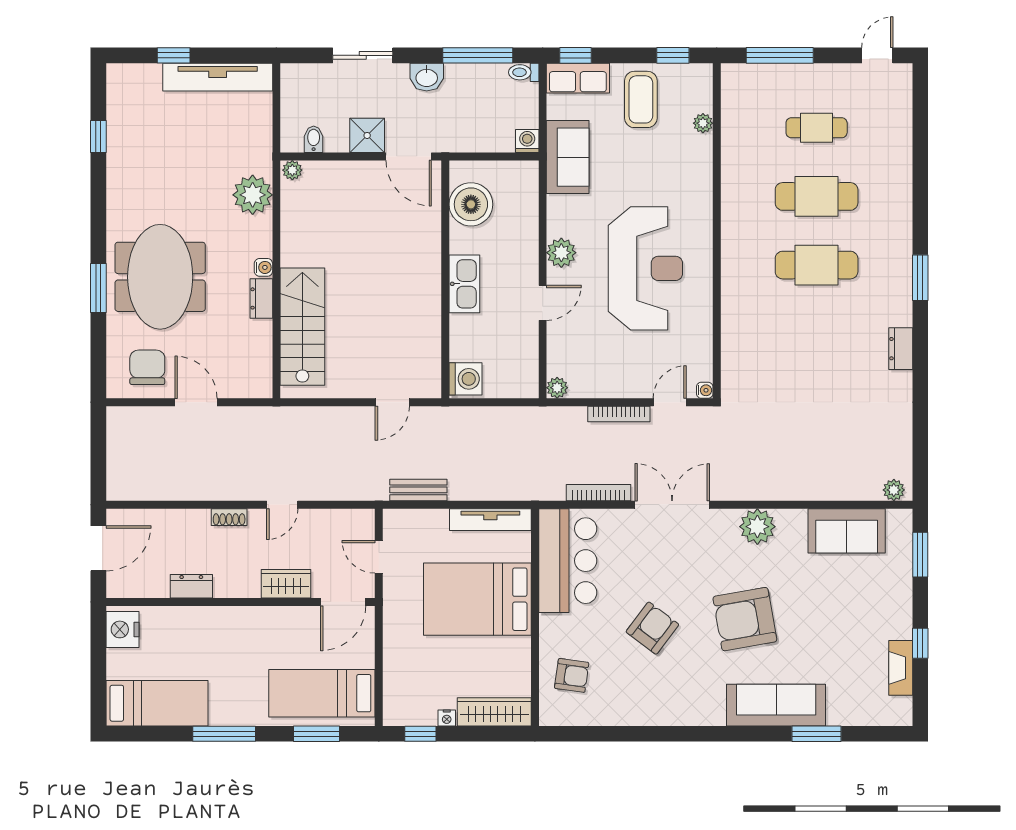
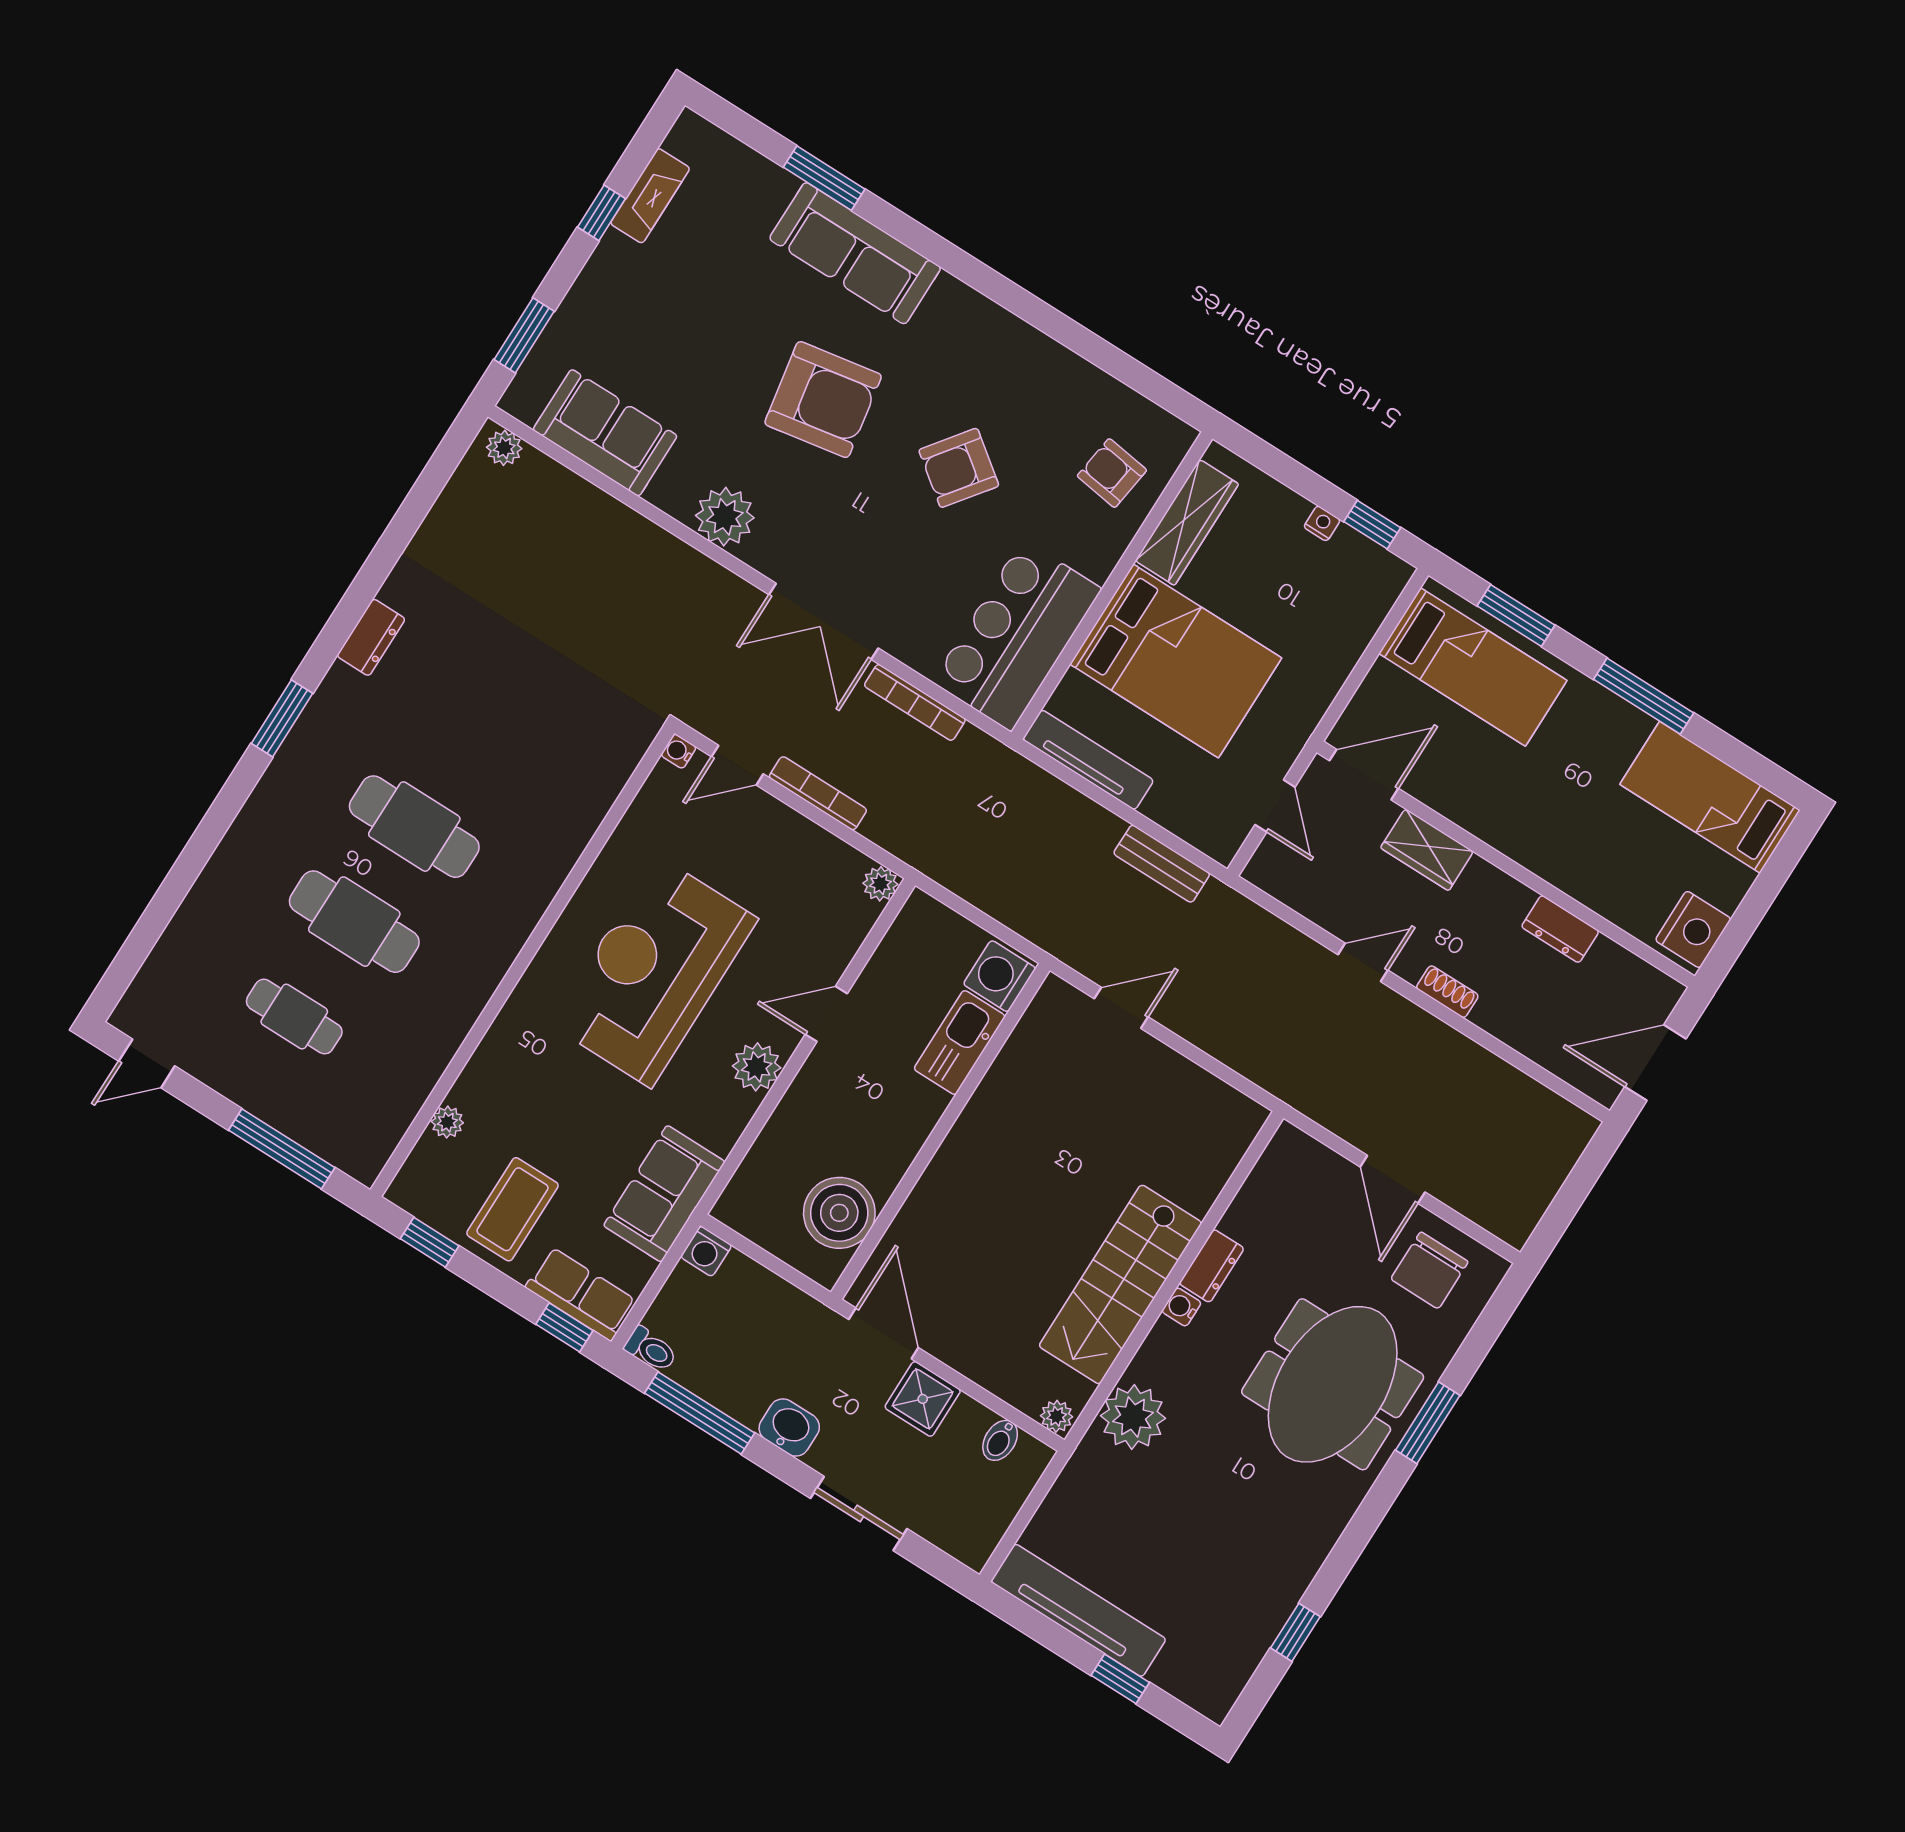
kitchen sink: (464, 284) -> (960, 1042), moved
stairs: (302, 327) -> (1120, 1284), moved
wardrobe: (494, 712) -> (1187, 522), moved, turned -90

